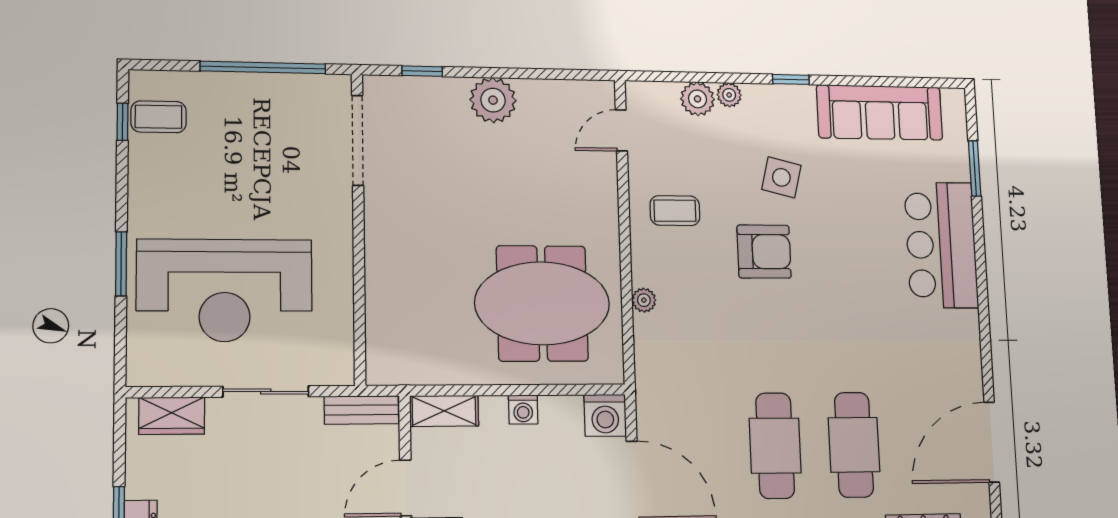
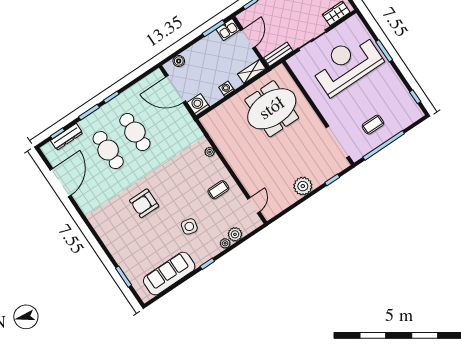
coffee table: (159, 117) -> (373, 125), moved
bar counter: (941, 245) -> (119, 241), removed
armchair: (764, 252) -> (144, 203), moved
meeting table: (542, 303) -> (272, 109), moved

